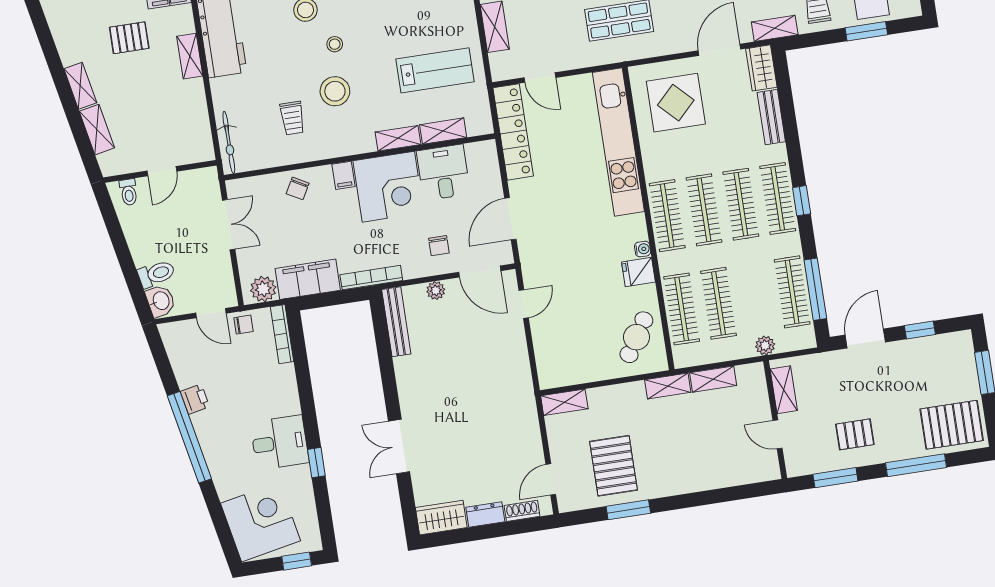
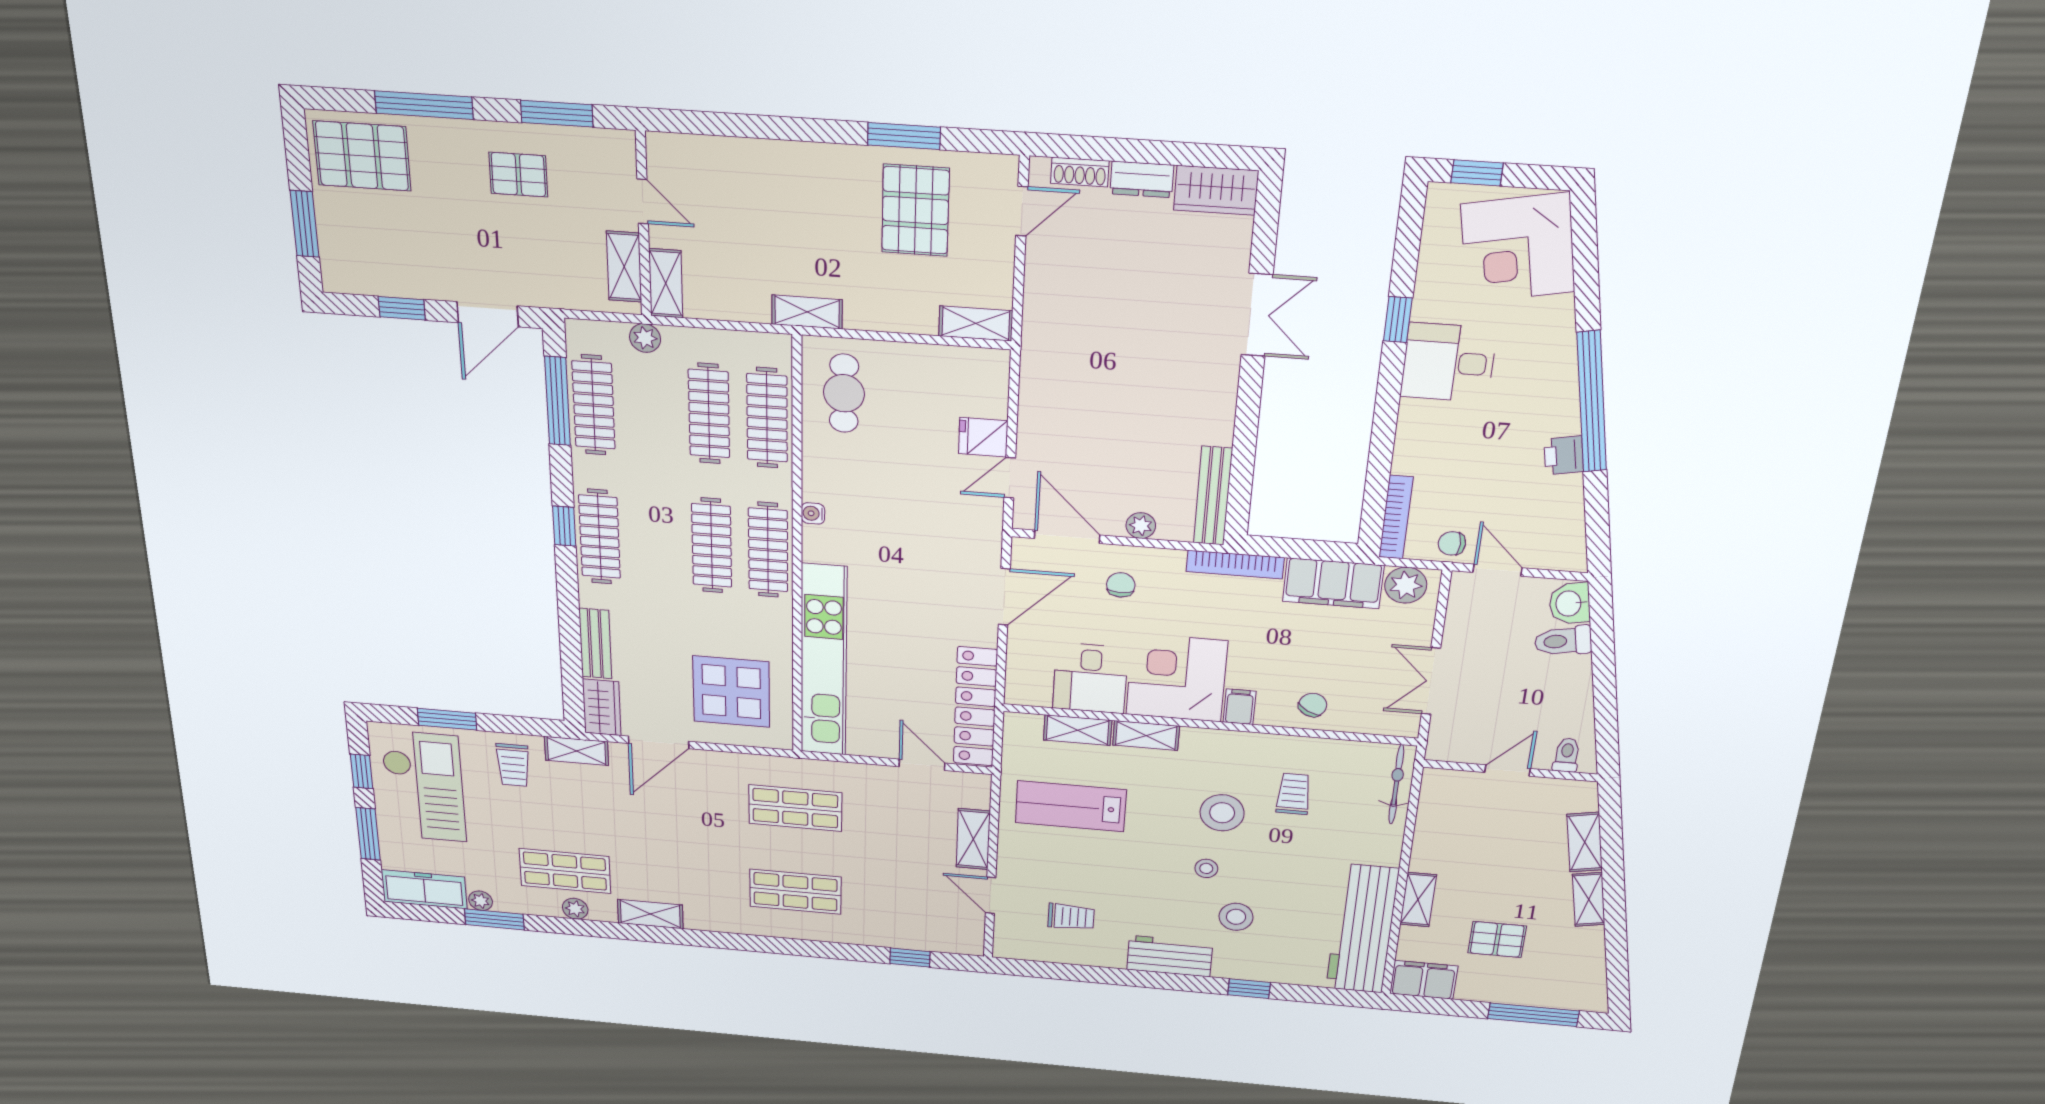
clothes rail: (741, 204) -> (655, 541), removed
fridge: (638, 272) -> (983, 437), moved, turned 180
cafe table: (636, 337) -> (844, 393), turned -32
shelving: (713, 379) -> (666, 283), moved, turned 90

